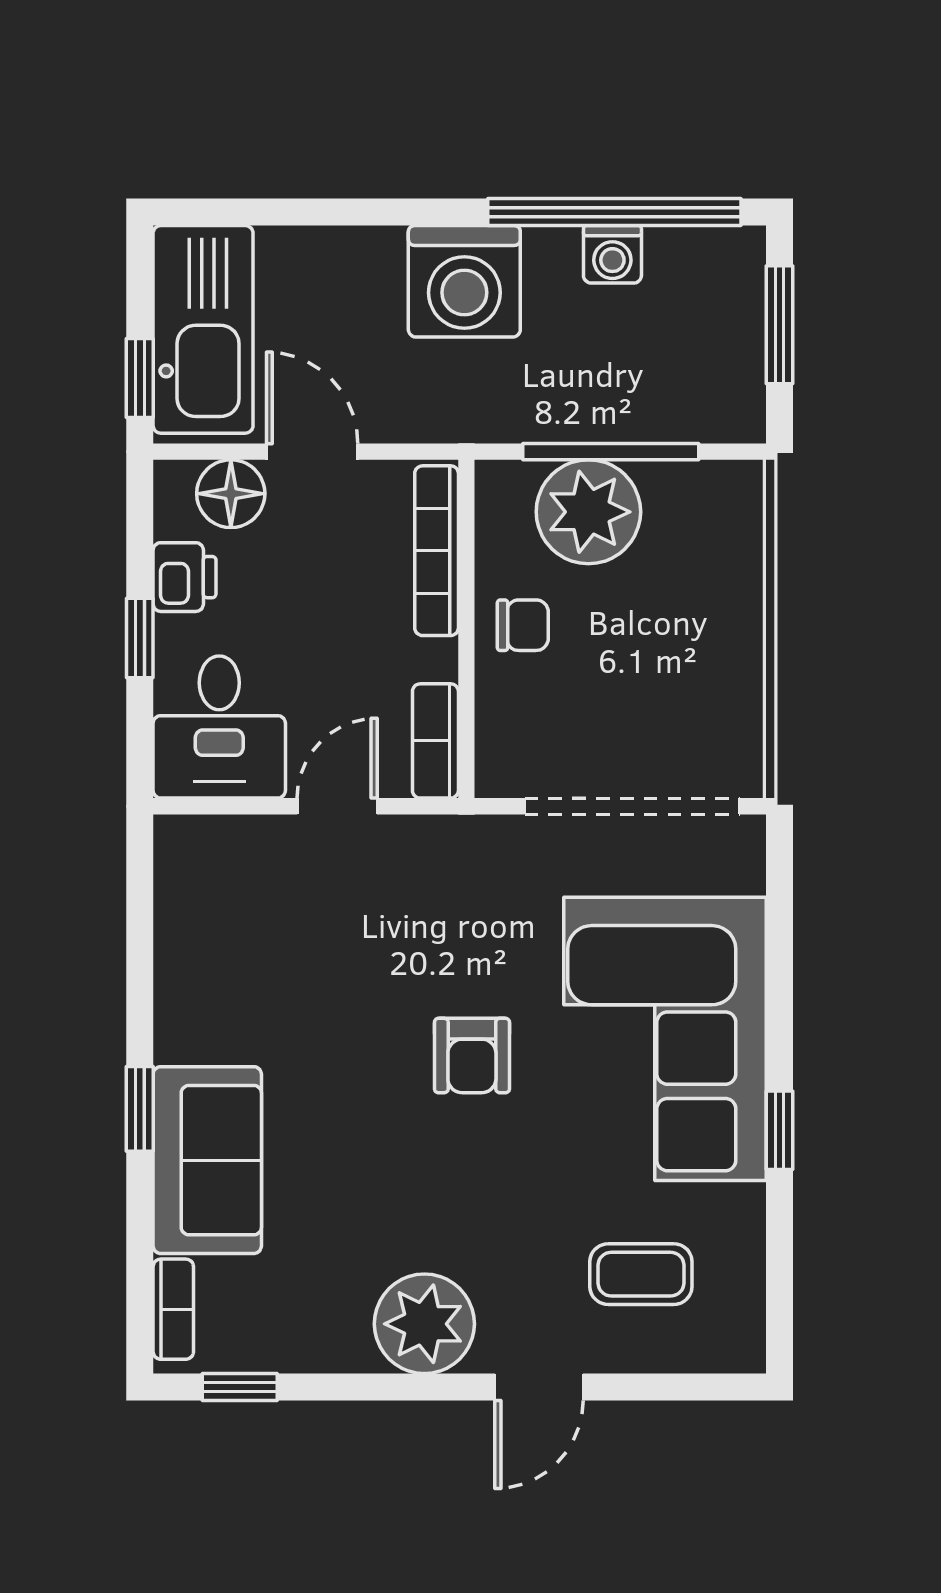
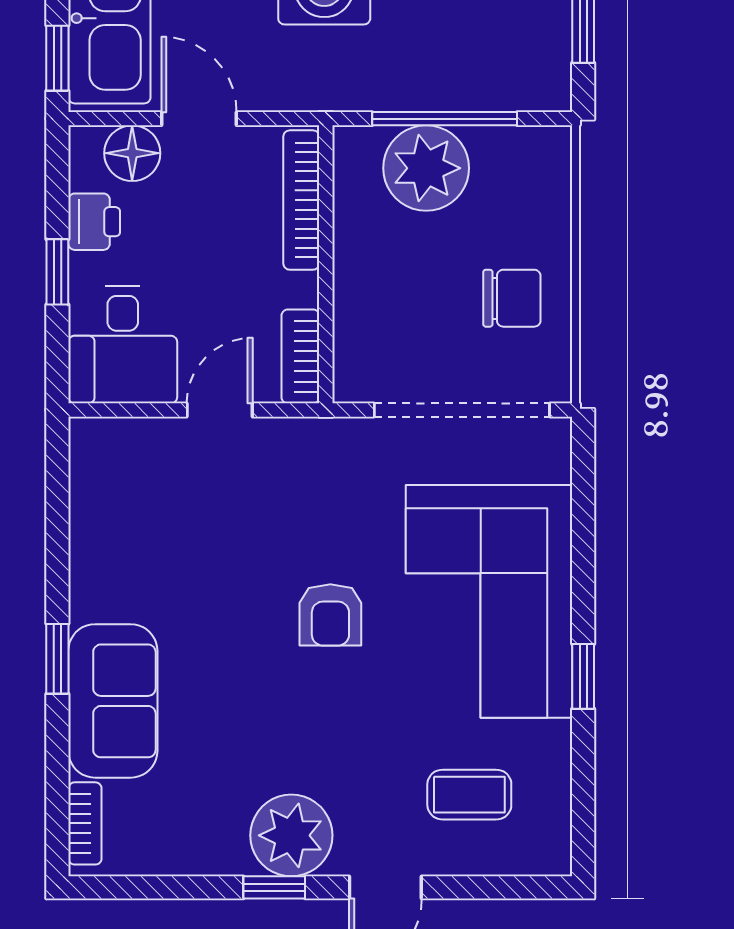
chair: (523, 625) -> (512, 298), moved, width x1.37, depth x1.37
window: (240, 1387) -> (274, 887), moved

